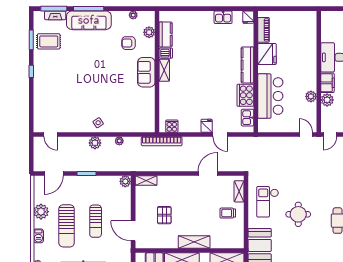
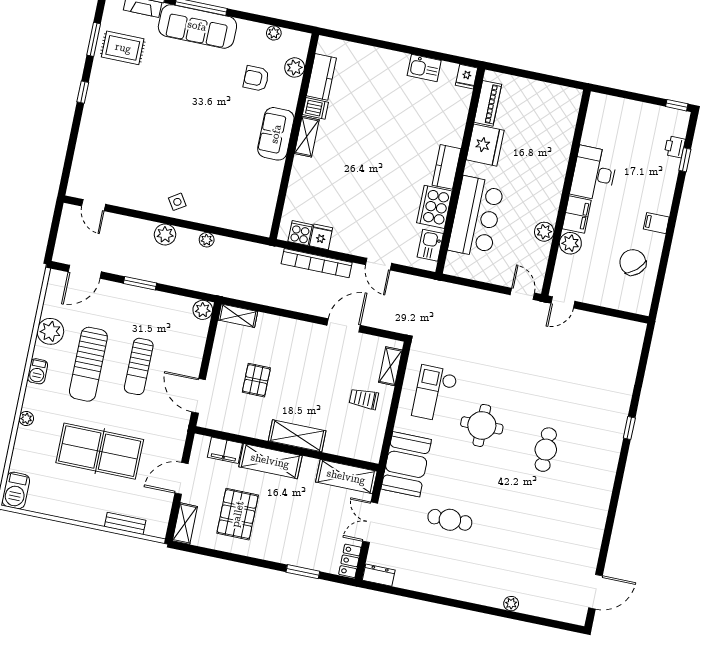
kitchen counter: (248, 65) -> (446, 167), width x0.67
fridge: (207, 126) -> (321, 237), moved
bookcase: (162, 141) -> (317, 263), moved

